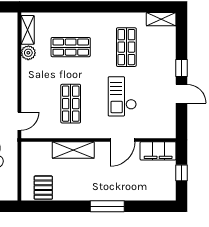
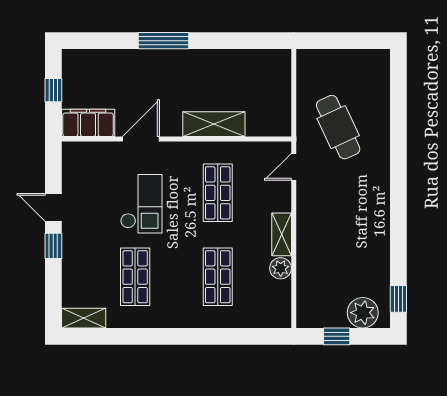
shelving: (28, 30) -> (282, 234), moved
shop shelf: (71, 47) -> (218, 277), turned 90
pallet: (43, 188) -> (258, 68), removed

